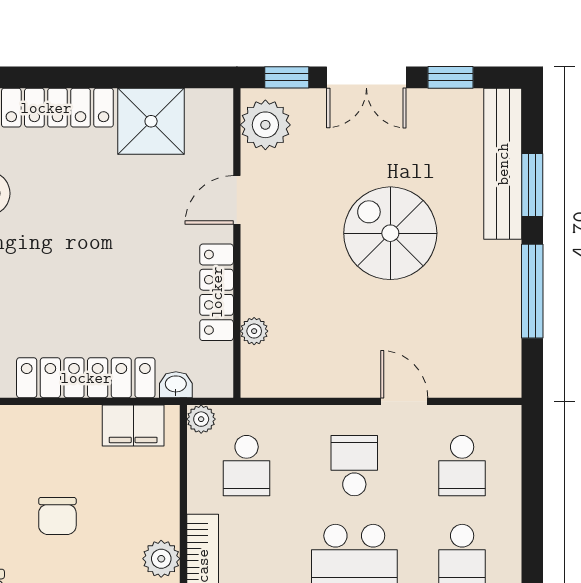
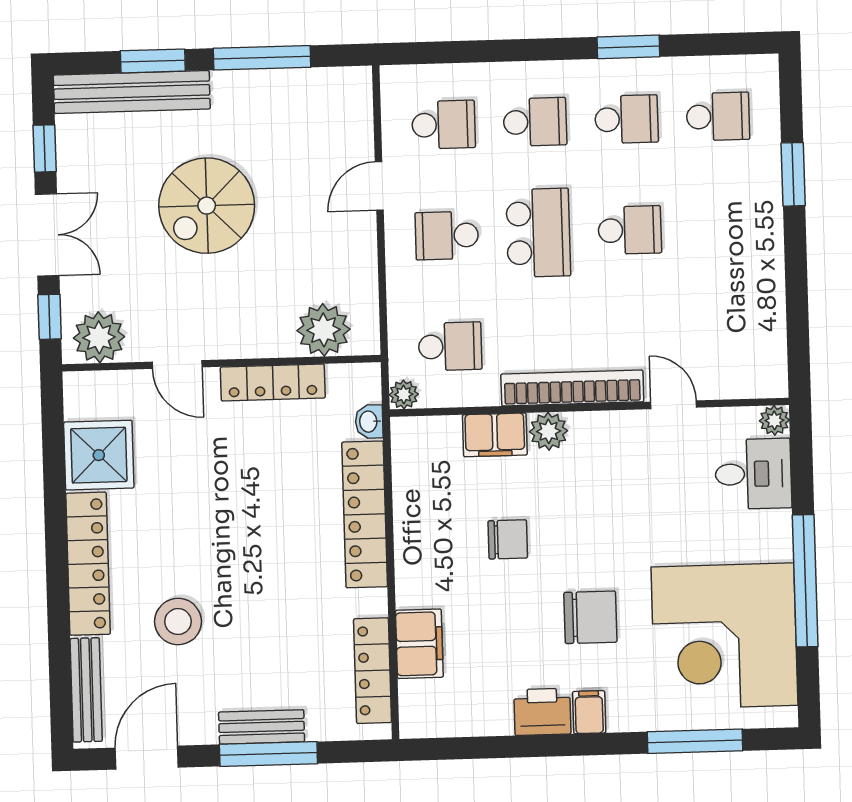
plant: (254, 331) -> (324, 330), width x1.88, depth x1.88
filing cabinet: (133, 426) -> (495, 435), moved, turned 90

